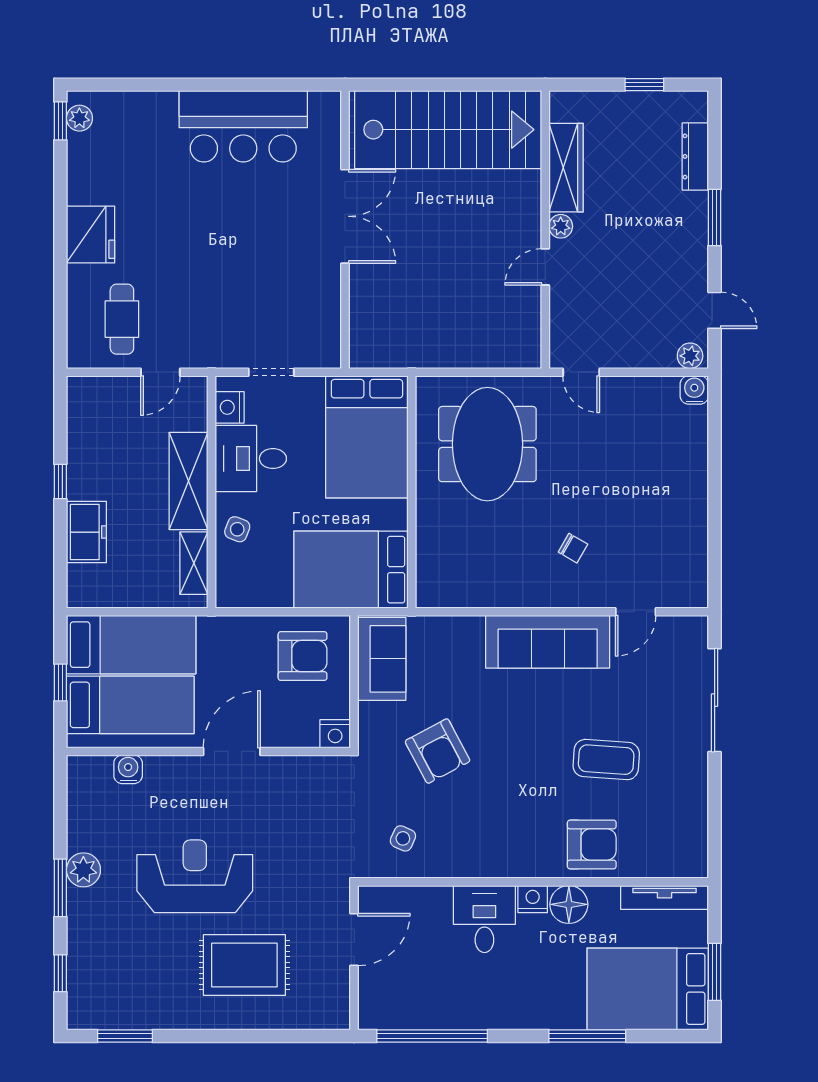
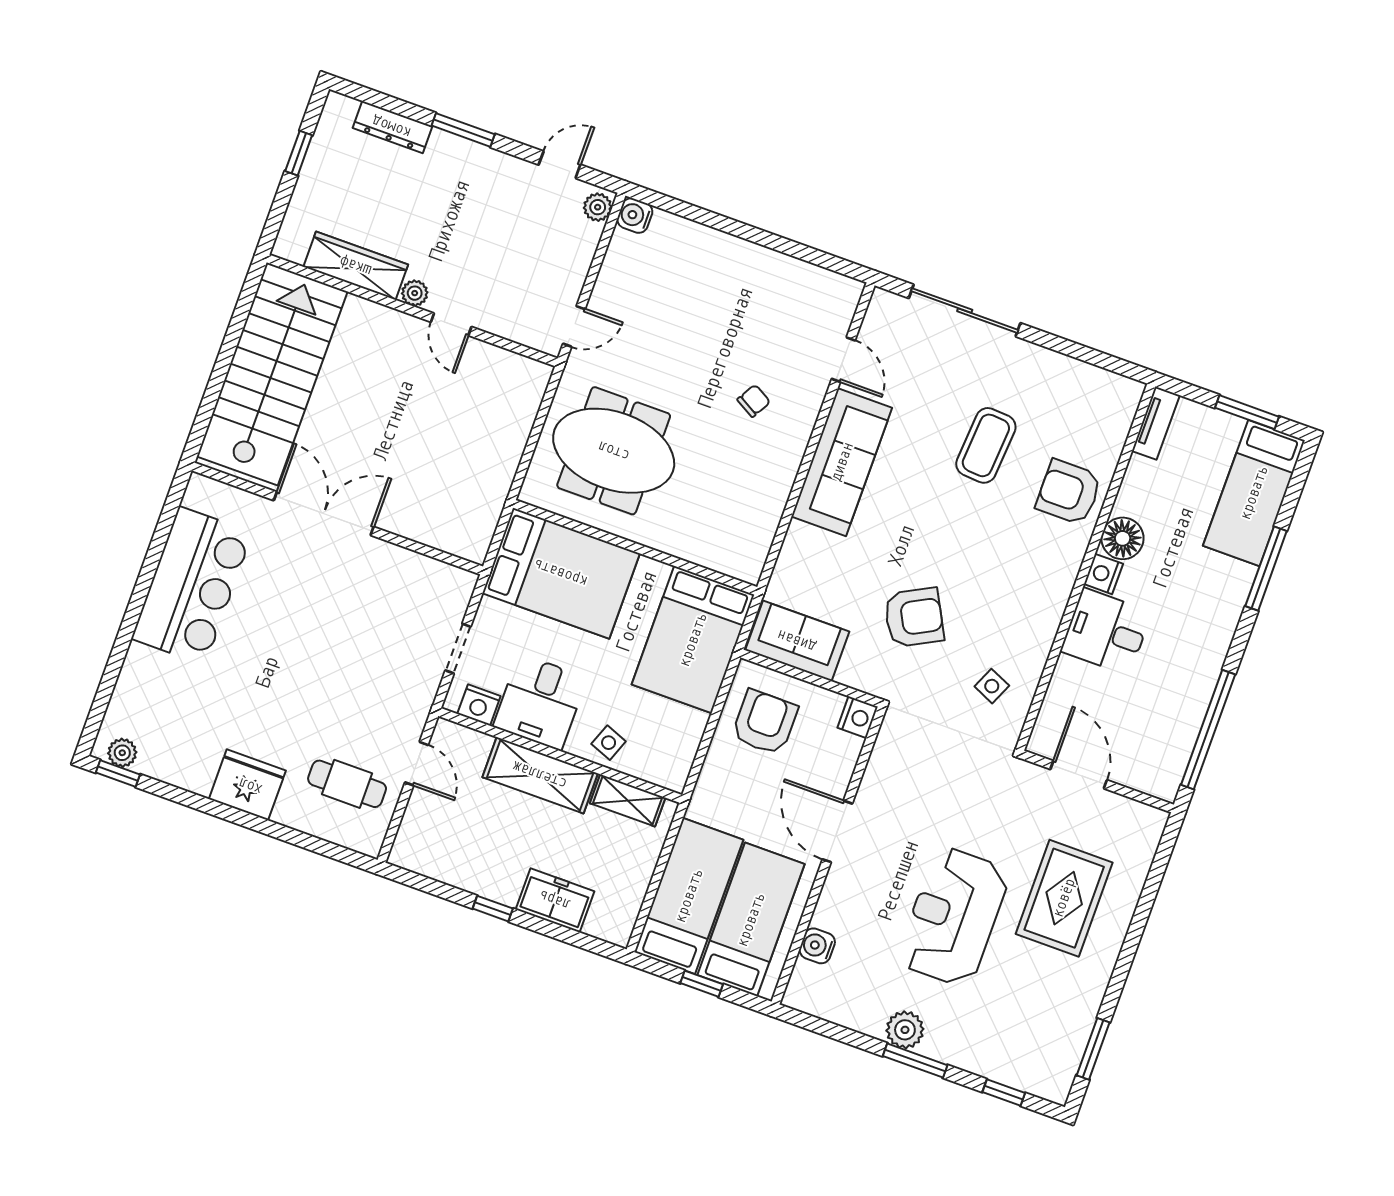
armchair: (592, 844) -> (1069, 492), turned -90
tv unit: (664, 897) -> (1156, 423), width x0.71
bed: (648, 989) -> (1254, 493), width x0.67

